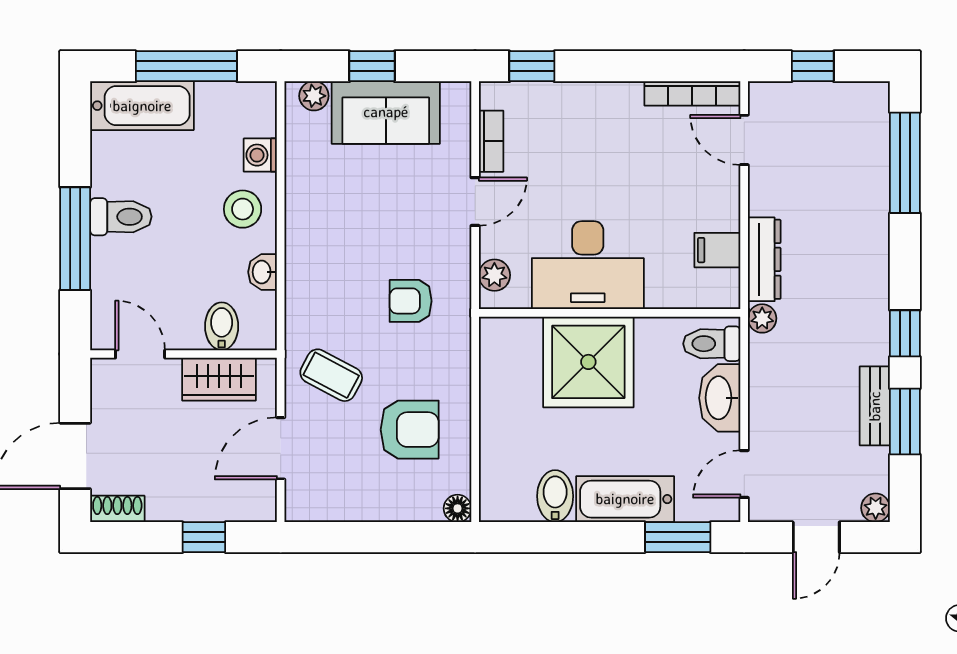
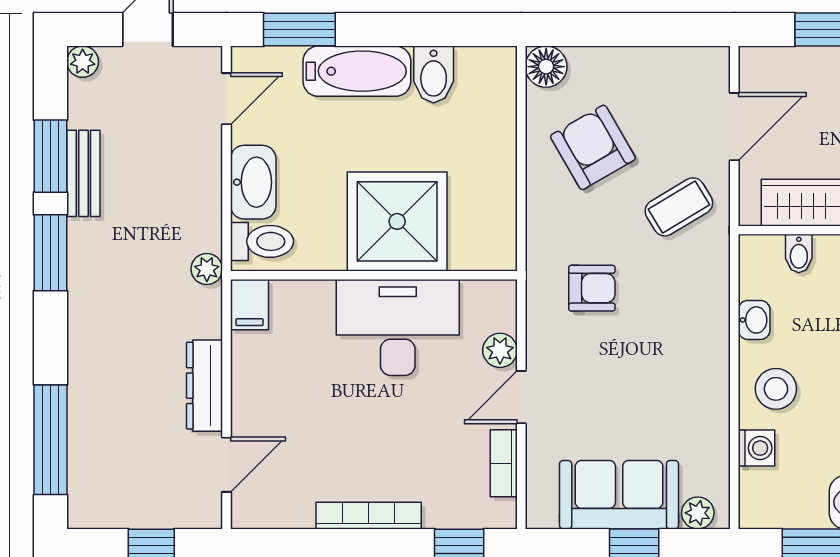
bookcase: (692, 93) -> (369, 516), moved
door: (744, 140) -> (227, 465), hinge flipped
filing cabinet: (717, 250) -> (250, 305), moved, turned 90
dresser: (764, 259) -> (204, 386), moved
plant: (494, 275) -> (500, 350), moved
bidet: (222, 326) -> (799, 254), width x0.72, depth x0.74
window: (905, 333) -> (50, 253), width x1.50
coffee table: (331, 375) -> (679, 207), turned -59
armchair: (410, 430) -> (593, 147), turned 60
floor lamp: (458, 508) -> (546, 67), width x1.37, depth x1.37

